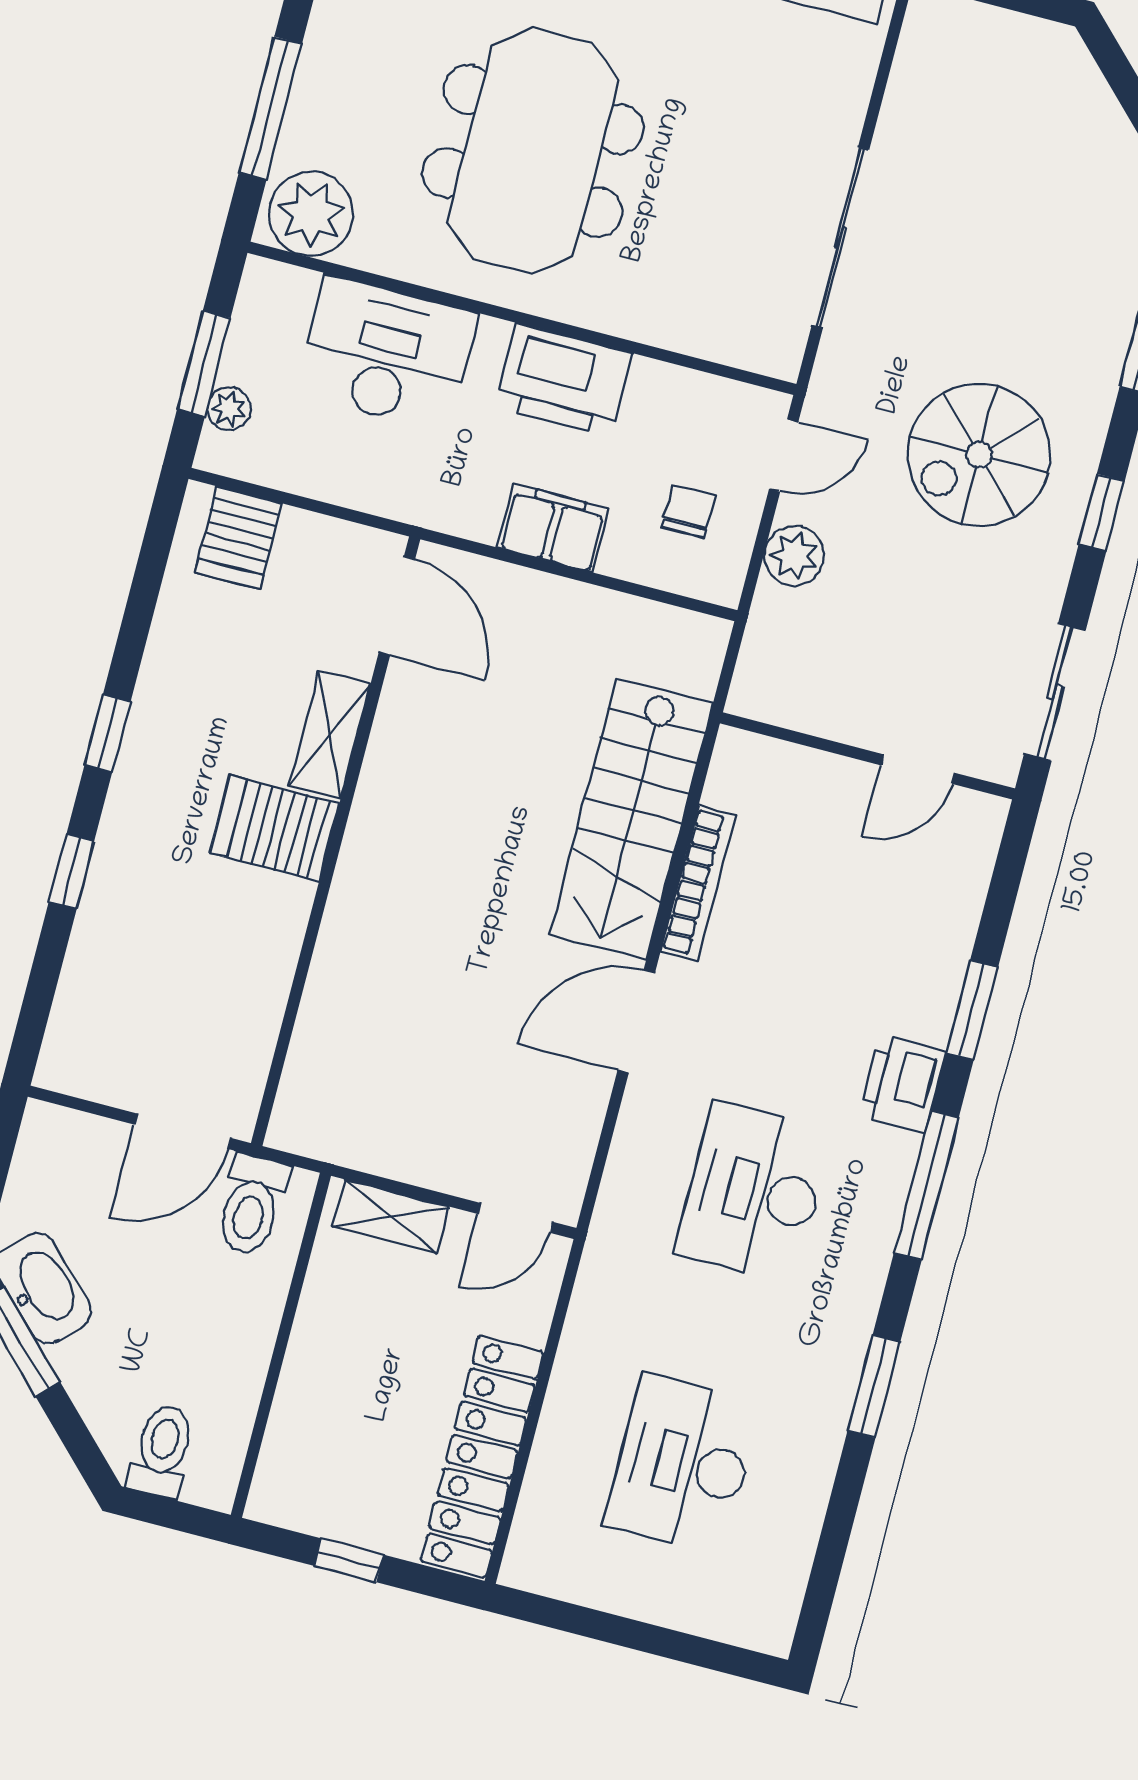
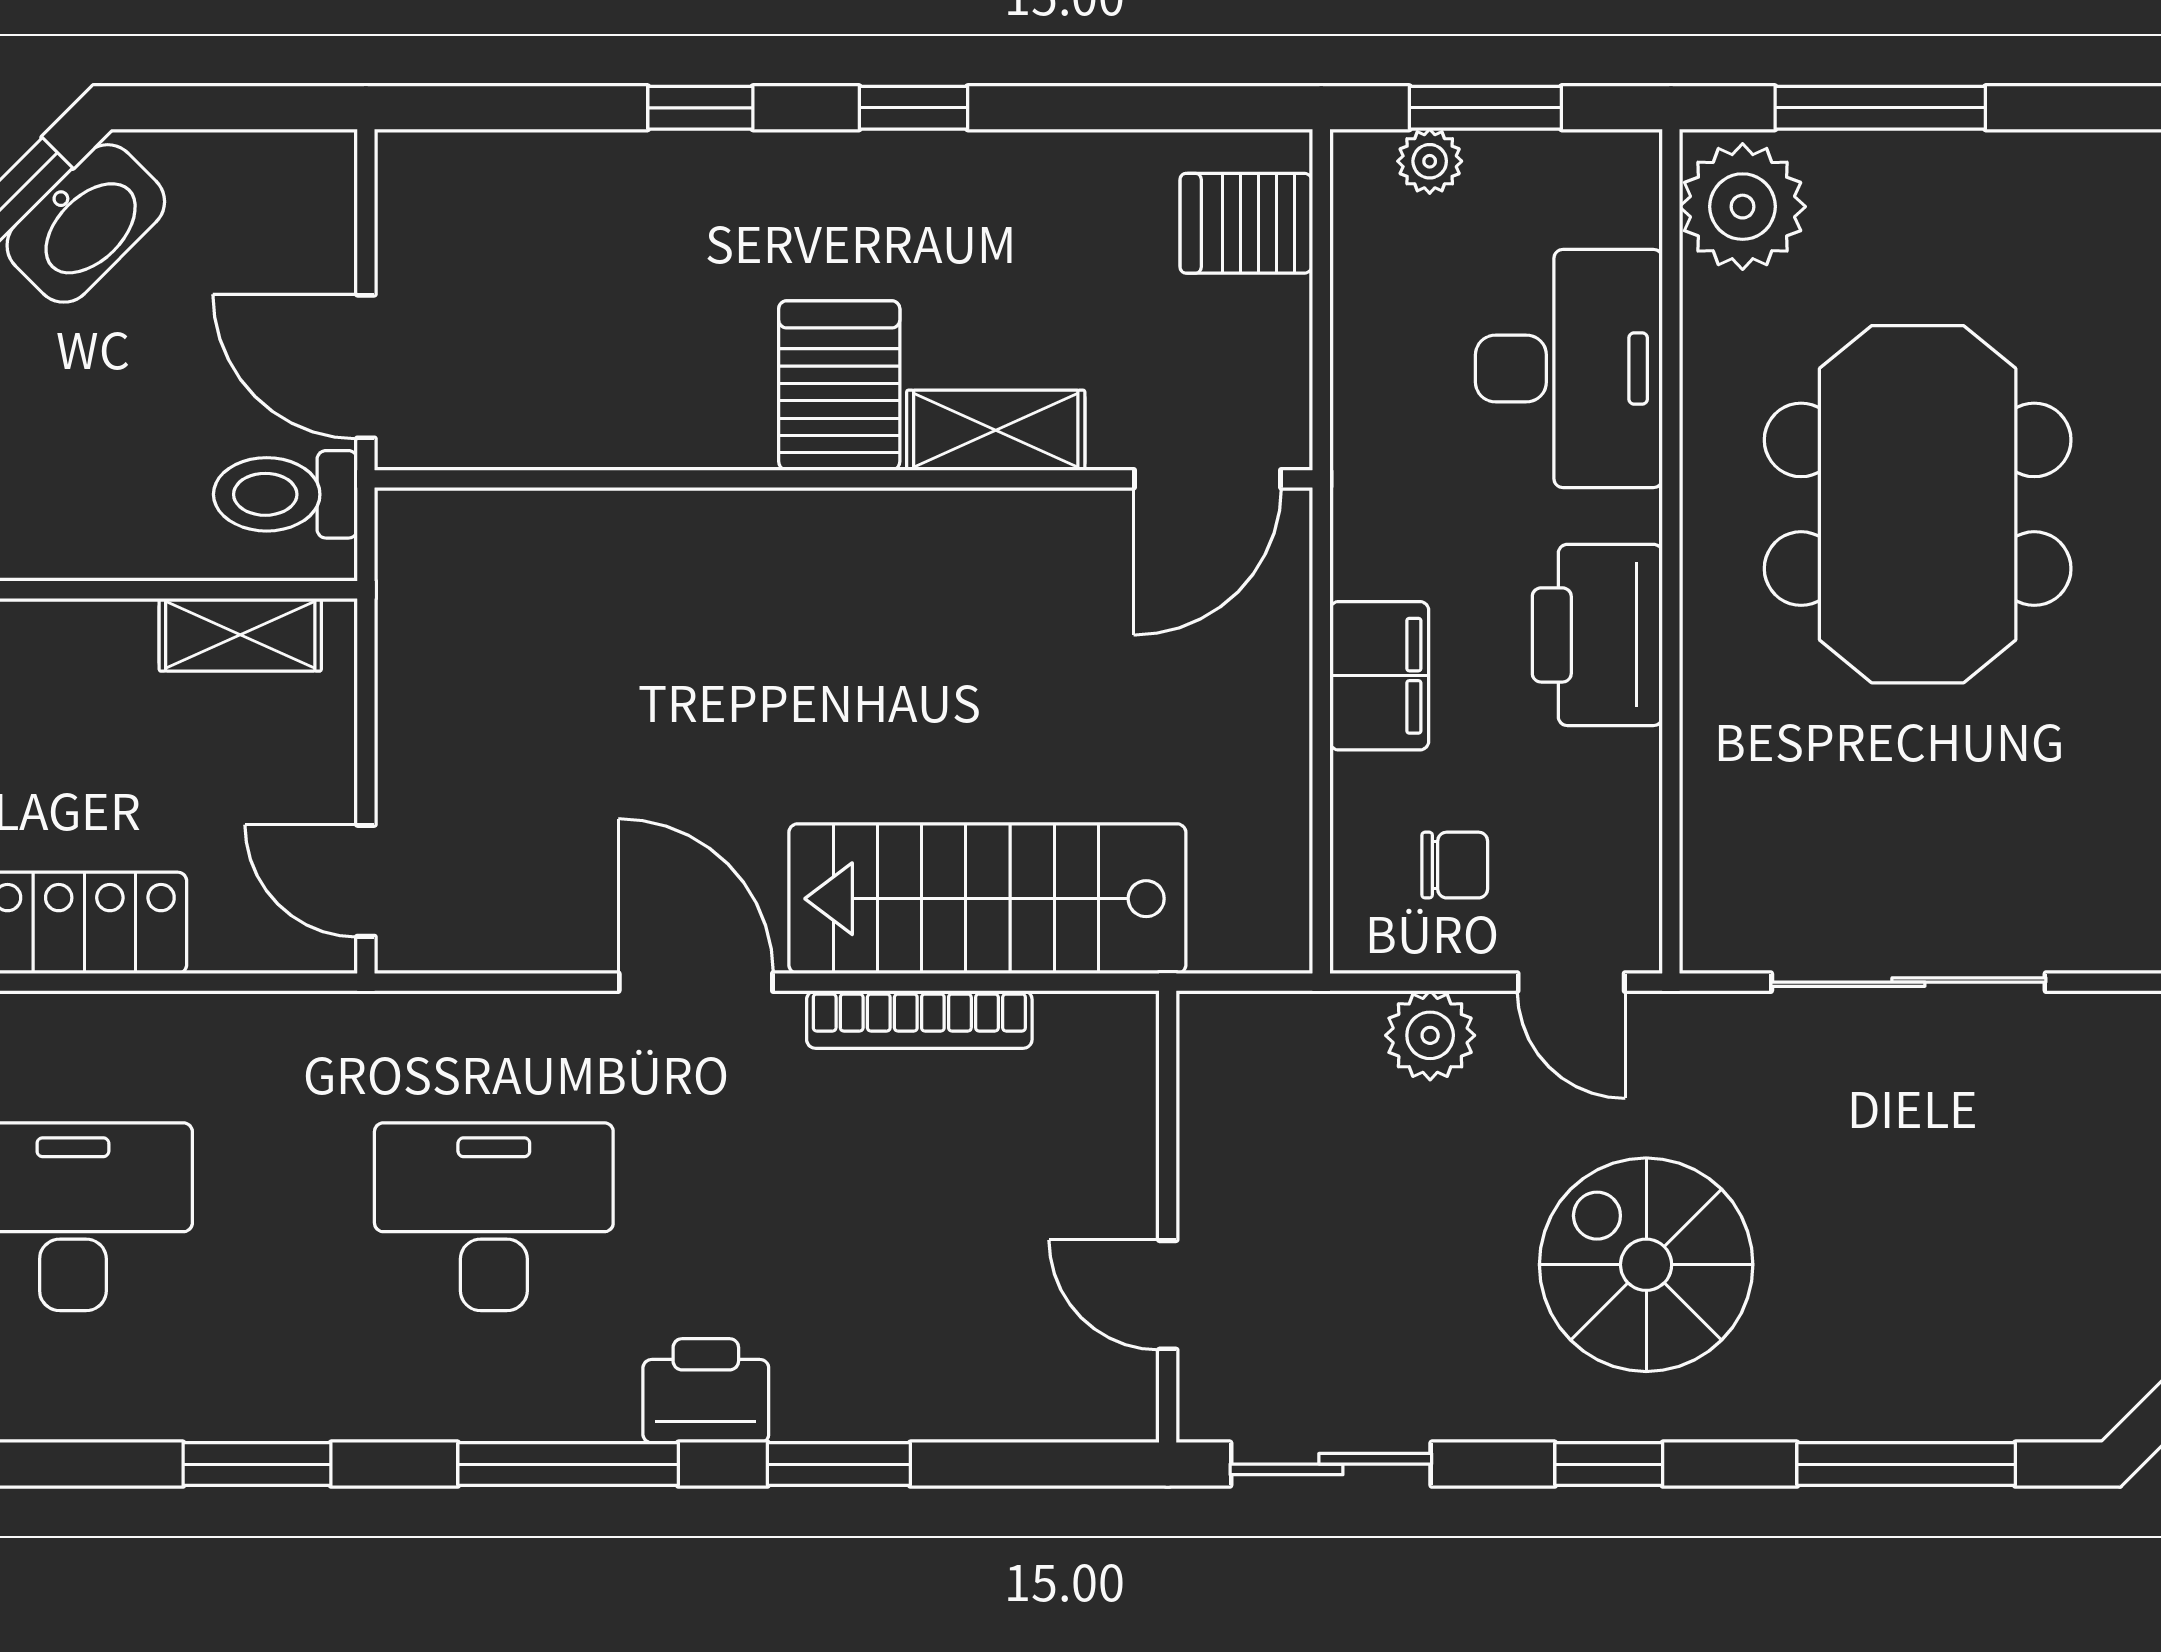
meeting table: (533, 151) -> (1918, 504), turned 90
shelving: (391, 1217) -> (240, 635), moved, turned 90

